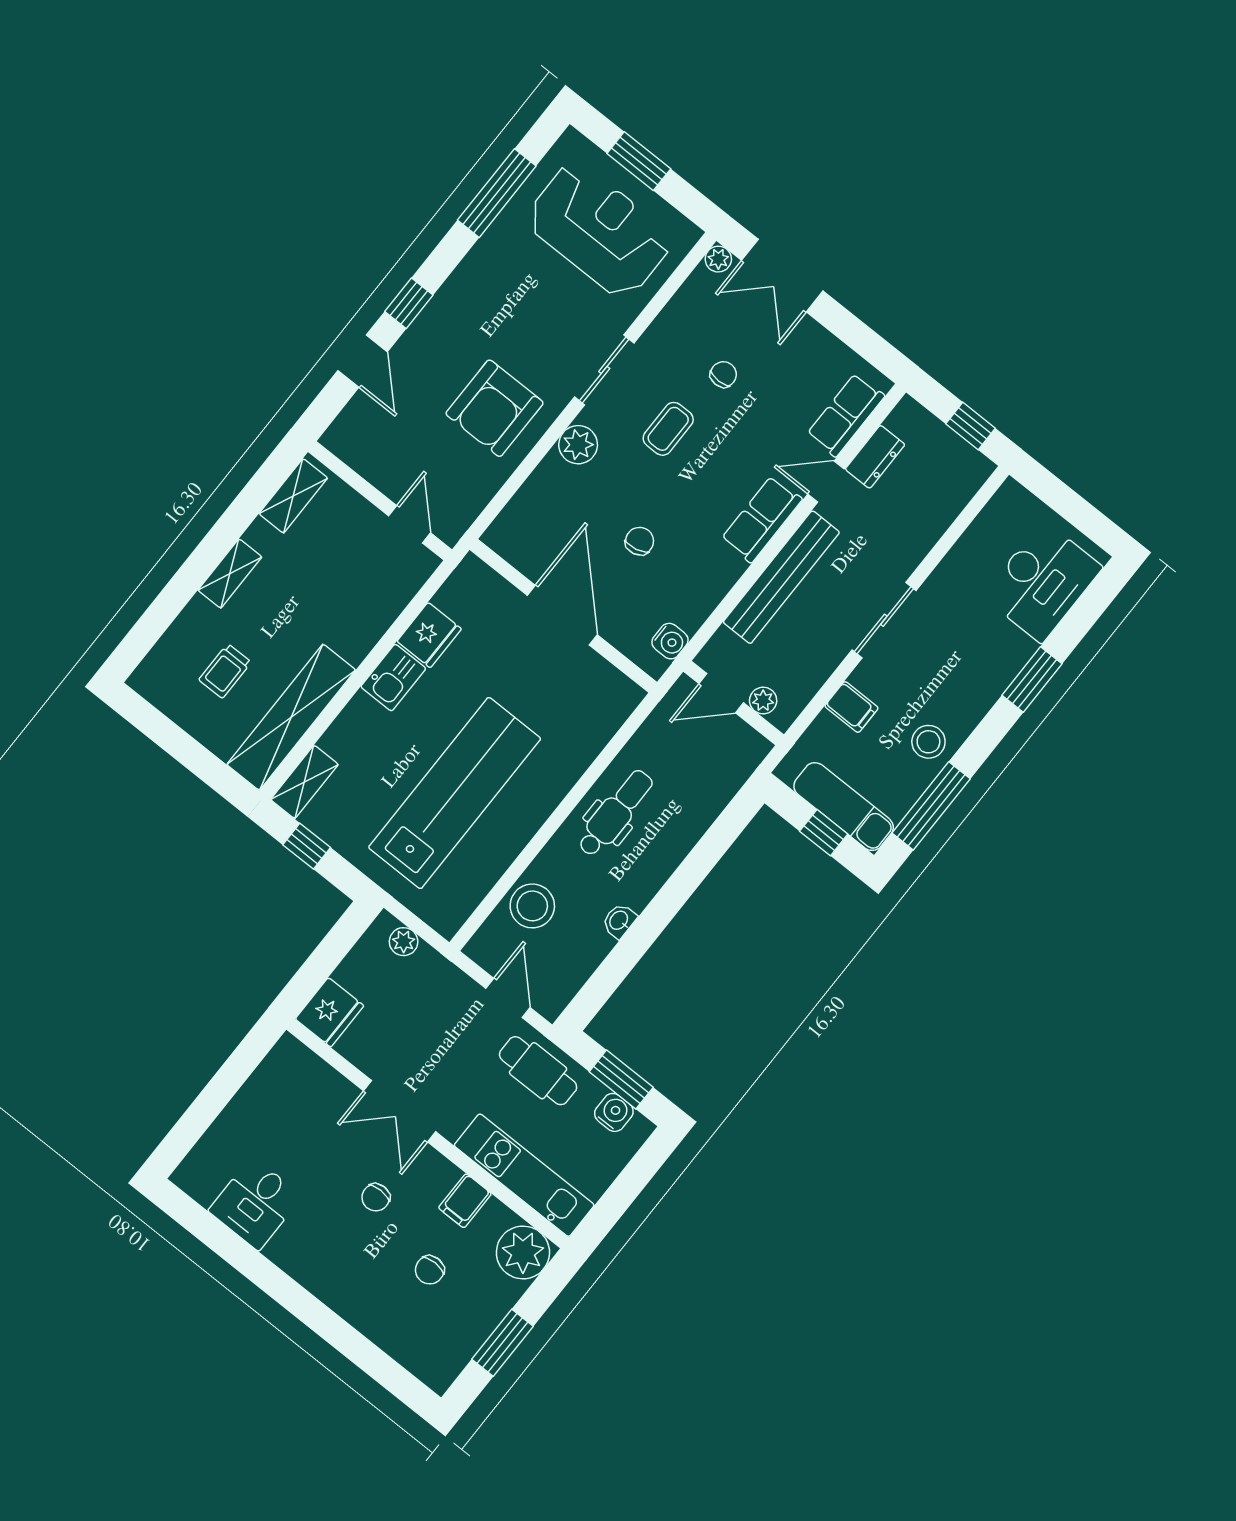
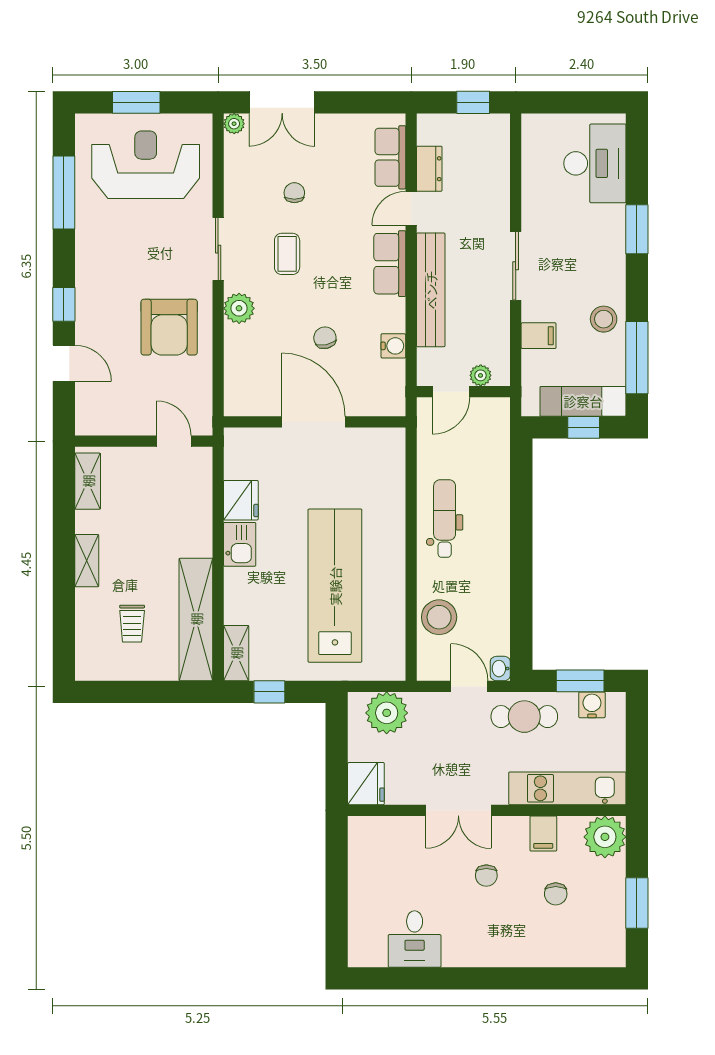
water cooler: (670, 641) -> (393, 346), moved
washbasin: (619, 921) -> (500, 669), moved
plant: (404, 942) -> (387, 713), width x1.88, depth x1.88

